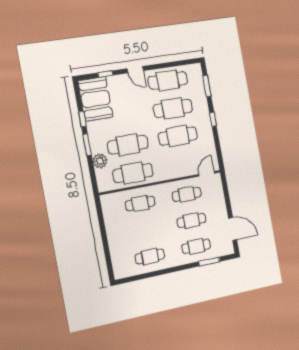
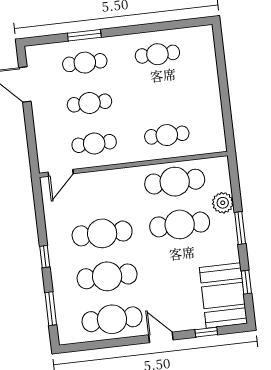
window: (82, 119) -> (246, 282), moved
window: (209, 262) -> (84, 35), moved

